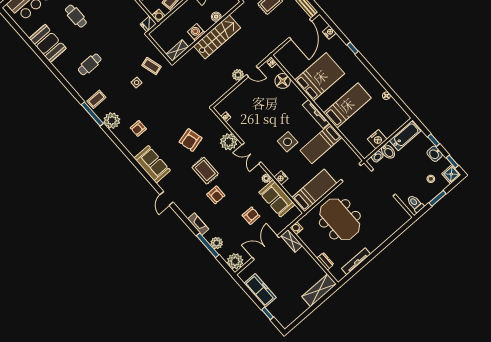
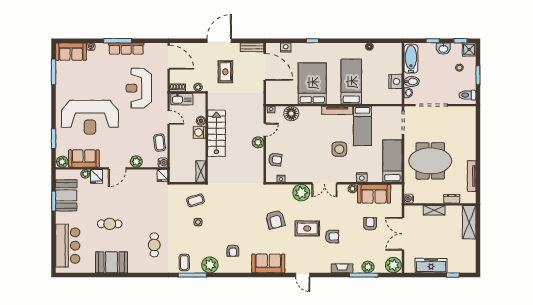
washing machine: (196, 32) -> (199, 132), moved
armchair: (236, 100) -> (275, 160), added
shelving: (292, 241) -> (434, 210), moved

